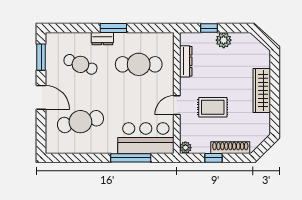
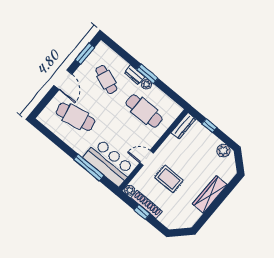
plant: (120, 38) -> (146, 84), added
plant: (224, 40) -> (223, 151), moved
dresser: (186, 61) -> (183, 126), moved
shoe rack: (230, 148) -> (147, 204), moved

